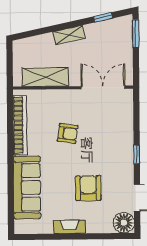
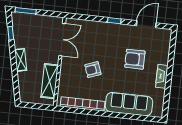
double door: (103, 87) -> (62, 40), swing flipped
armchair: (68, 133) -> (93, 70), turned -118
floor lamp: (124, 223) -> (163, 36), removed

